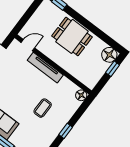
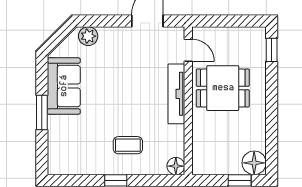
dining table: (72, 36) -> (223, 88), moved, turned 90
coffee table: (43, 108) -> (128, 145), moved

